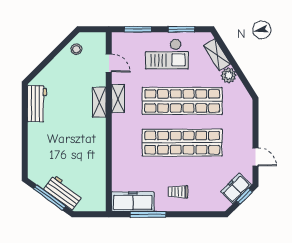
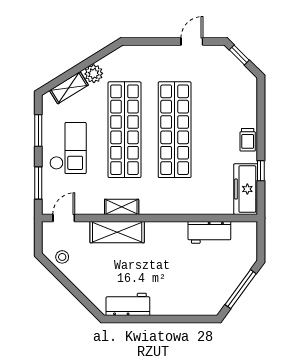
door: (109, 63) -> (64, 218), moved
shelving: (99, 102) -> (117, 232), width x1.50, depth x1.33
freezer: (236, 188) -> (230, 65), removed
trolley: (178, 192) -> (248, 140), moved
workbench: (63, 193) -> (209, 232), moved, turned -126
window: (148, 214) -> (261, 171), width x0.46

